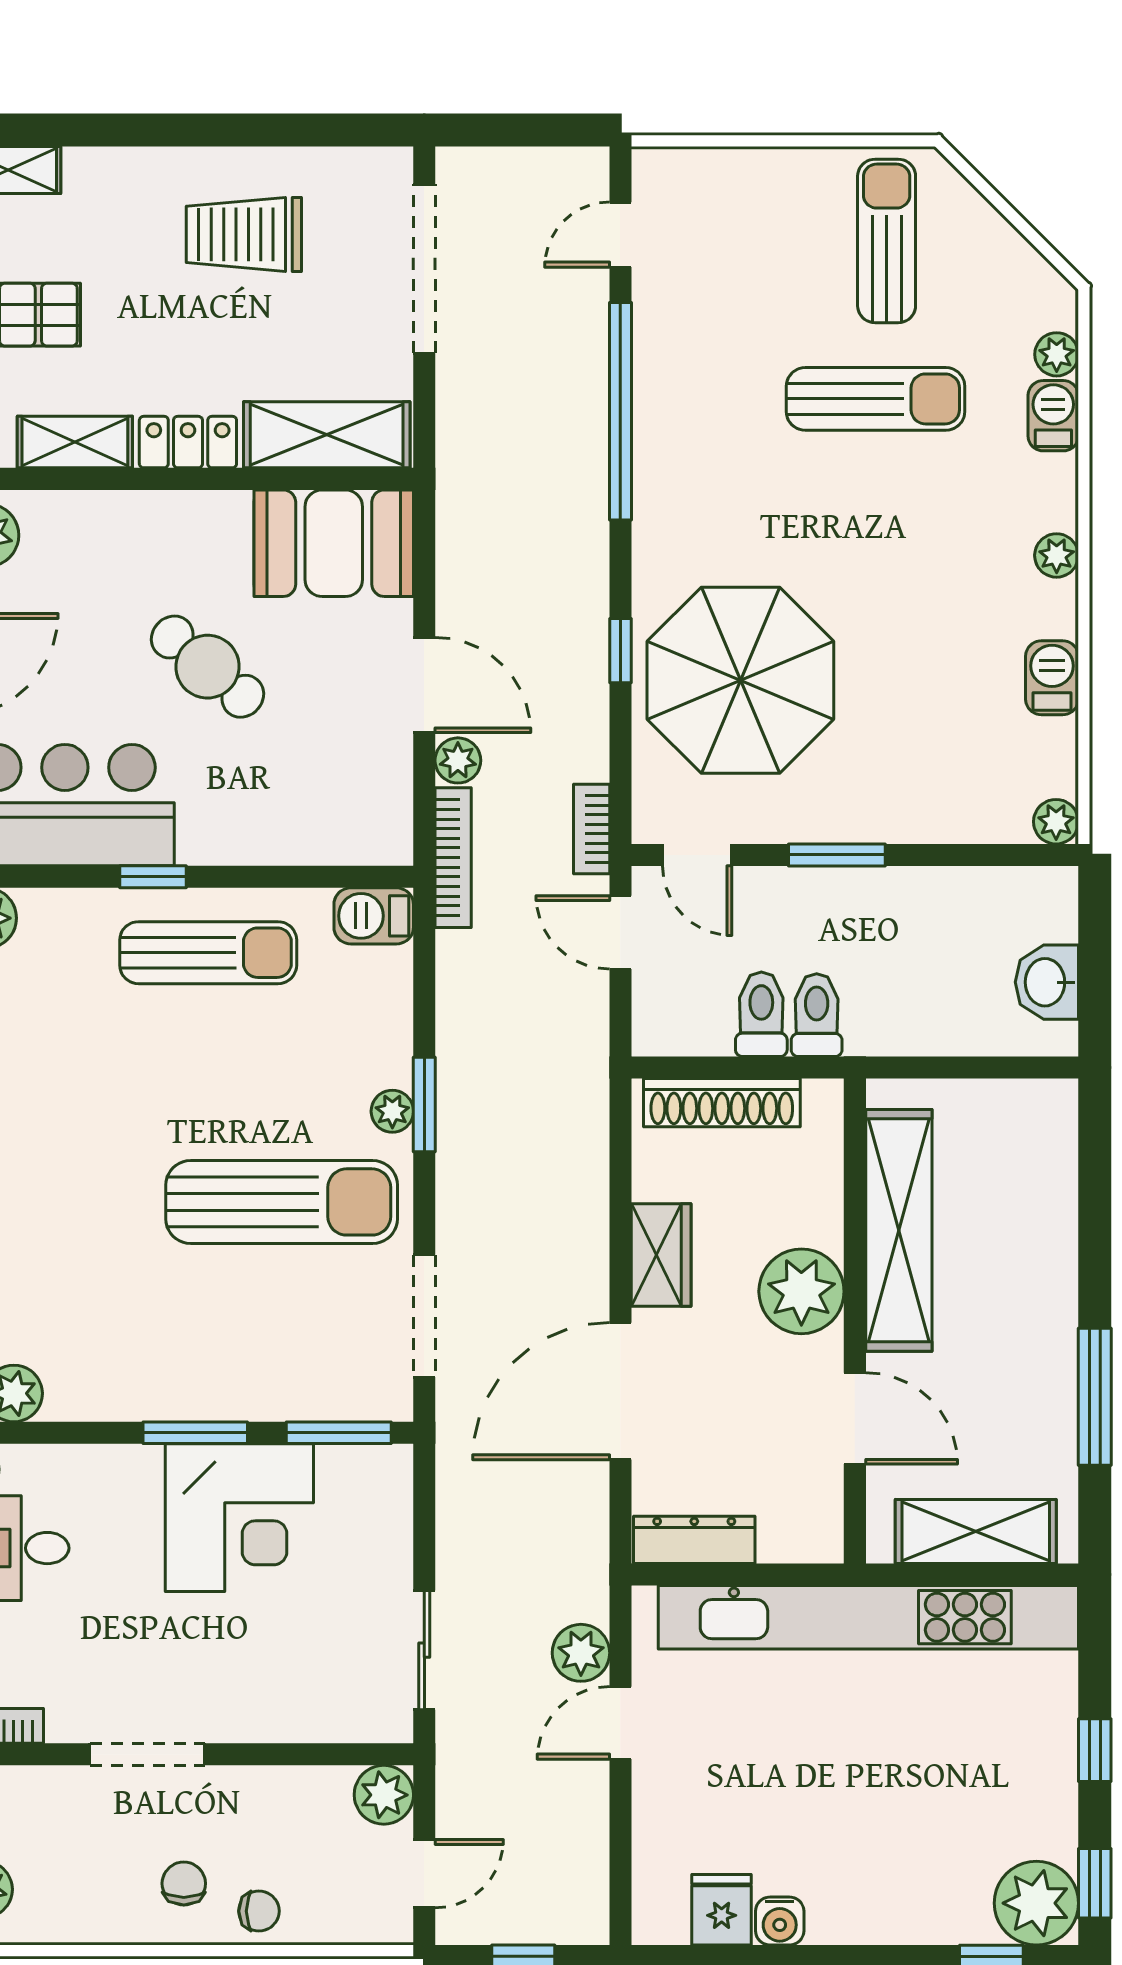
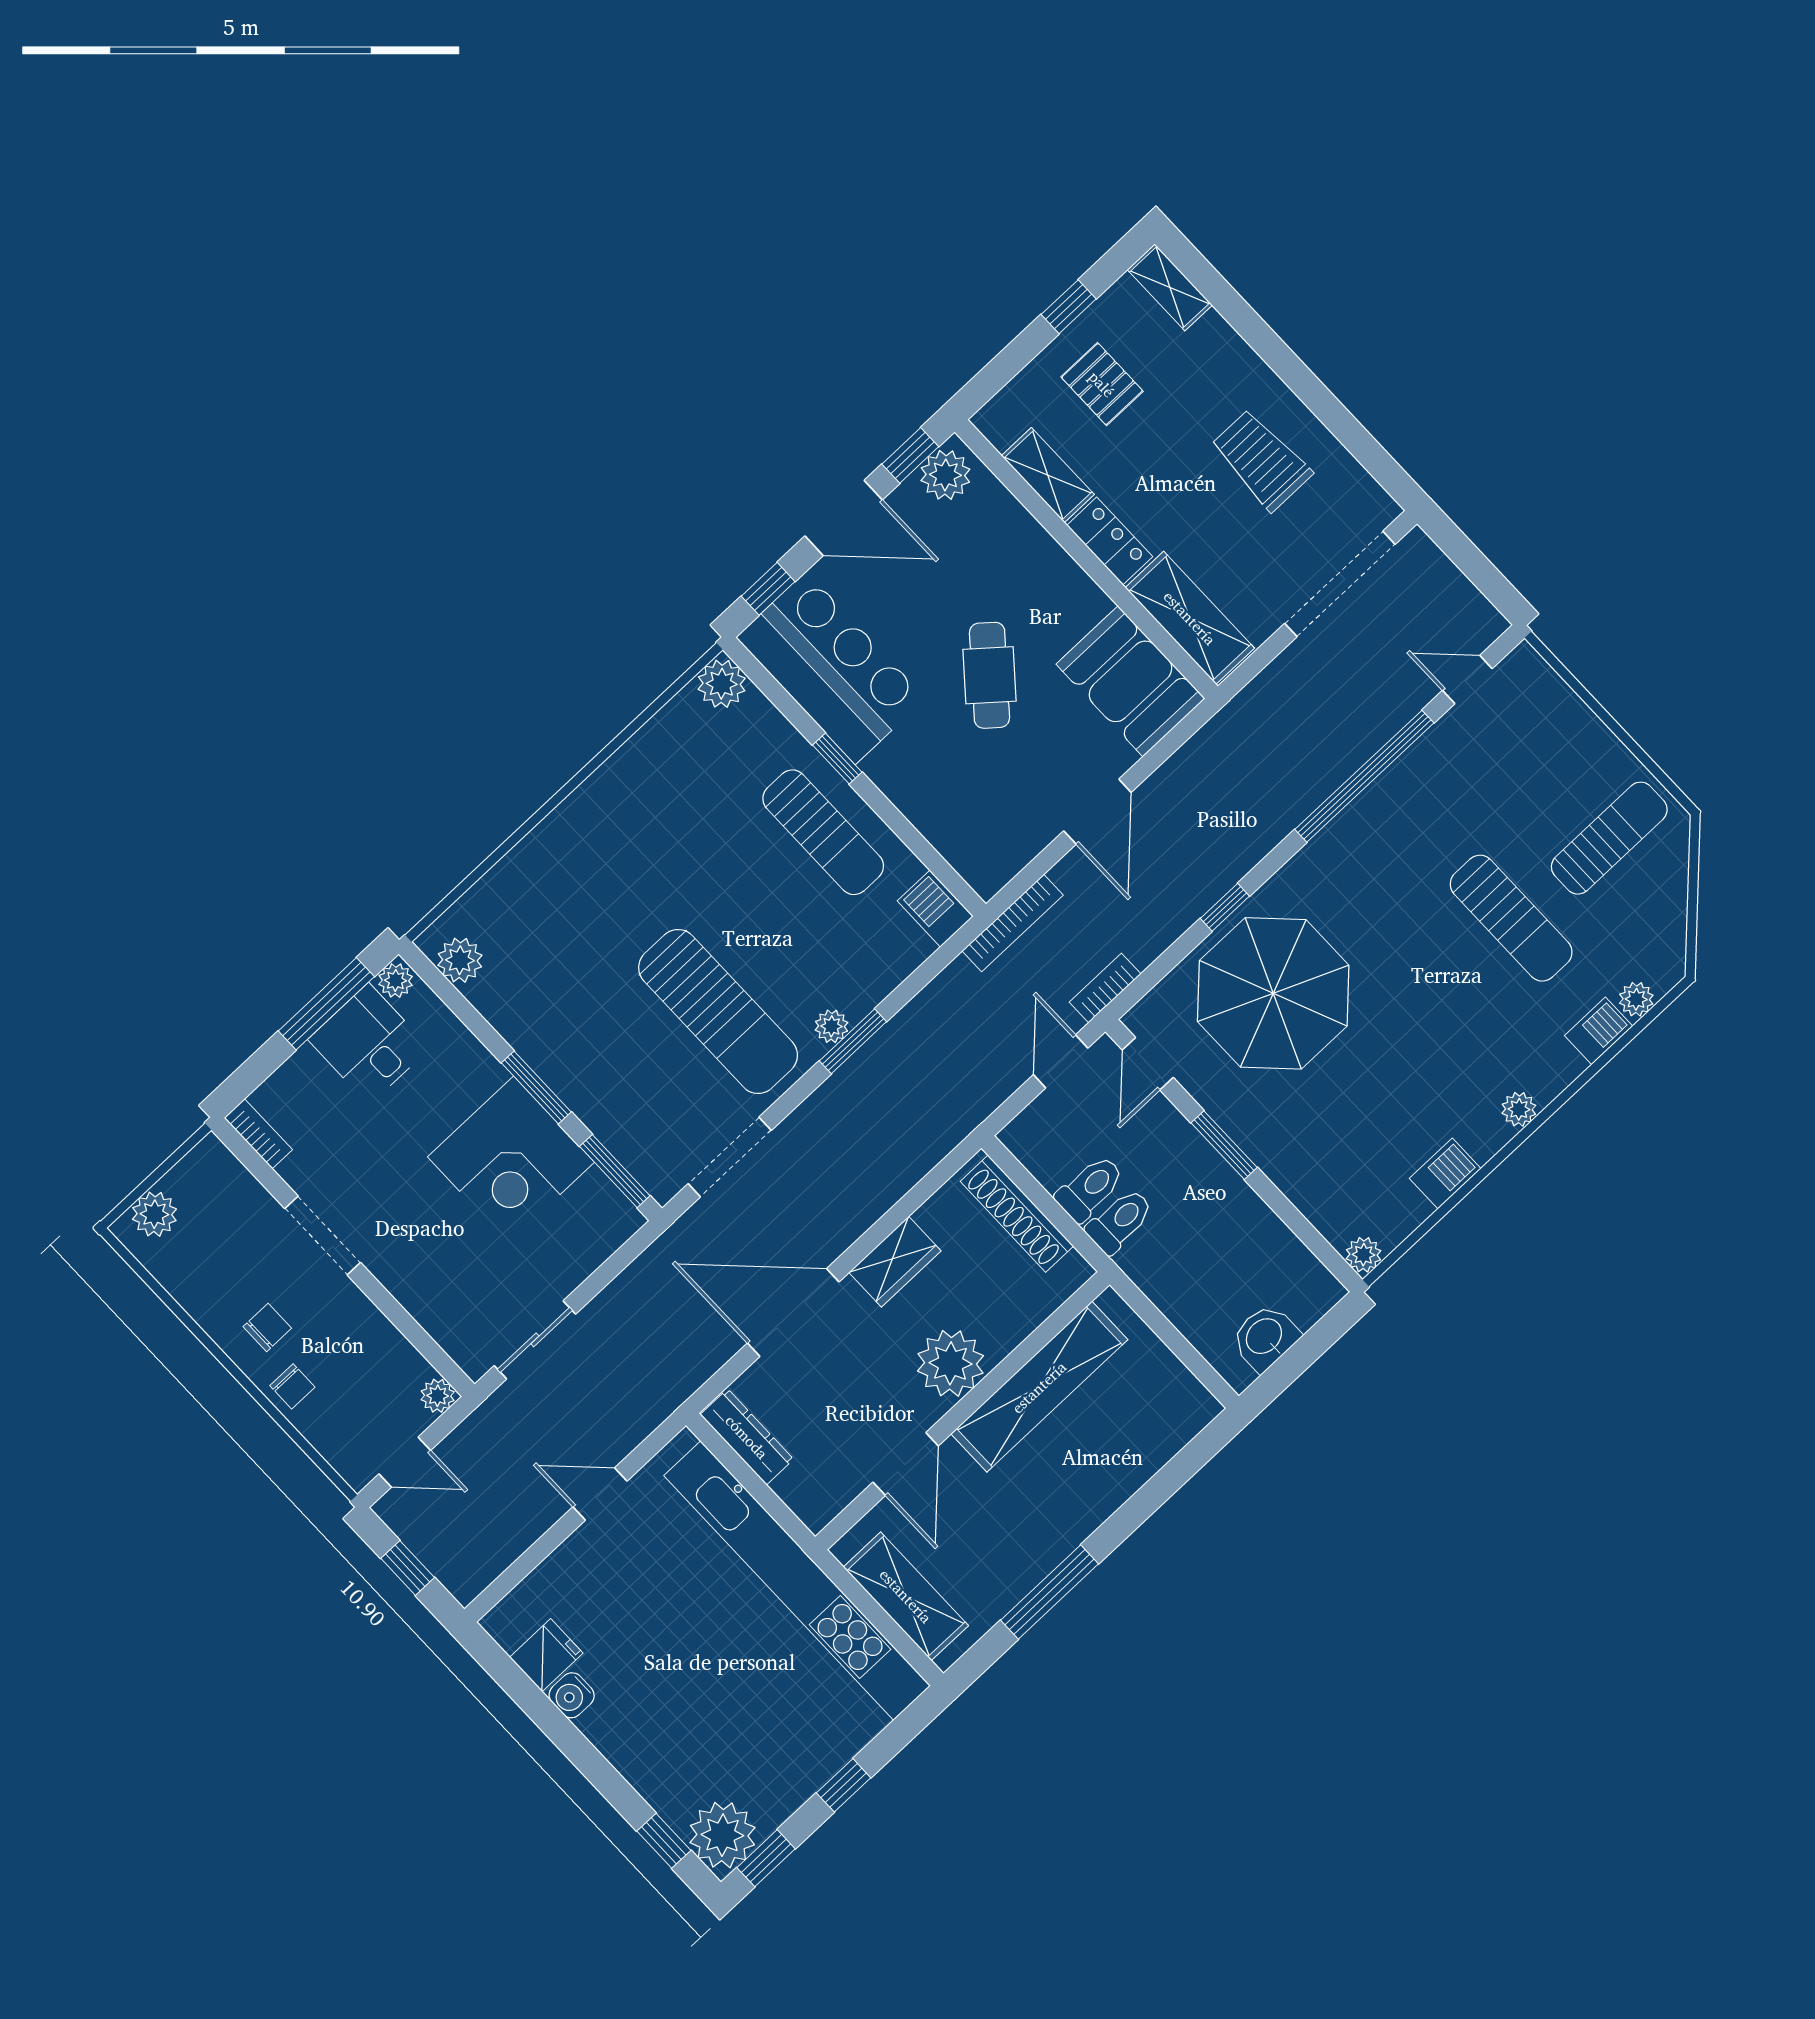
plant: (458, 760) -> (1072, 873), removed
plant: (581, 1653) -> (619, 1433), removed
plant: (384, 1795) -> (438, 1396), width x0.73, depth x0.73

